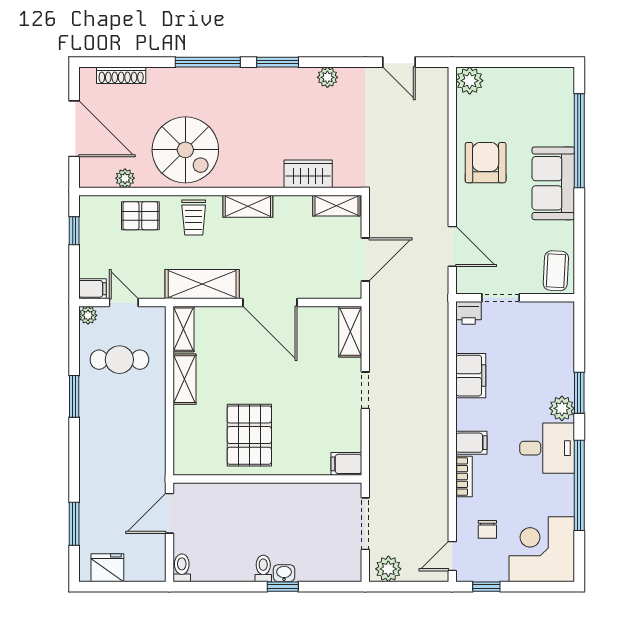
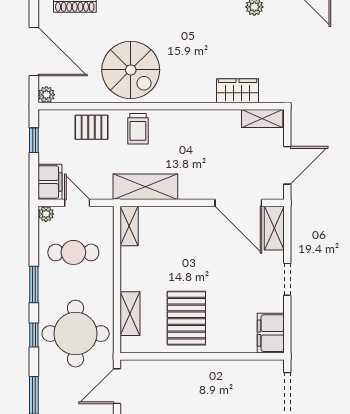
plant: (125, 178) -> (46, 95), moved
shelving: (248, 206) -> (185, 119), removed
filing cabinet: (93, 289) -> (50, 182), width x2.00
door: (270, 303) -> (238, 203), moved
shelving: (185, 379) -> (130, 314), moved
round table: (122, 453) -> (76, 334), added
window: (74, 455) -> (34, 335), added
filing cabinet: (346, 464) -> (271, 333), width x2.00

